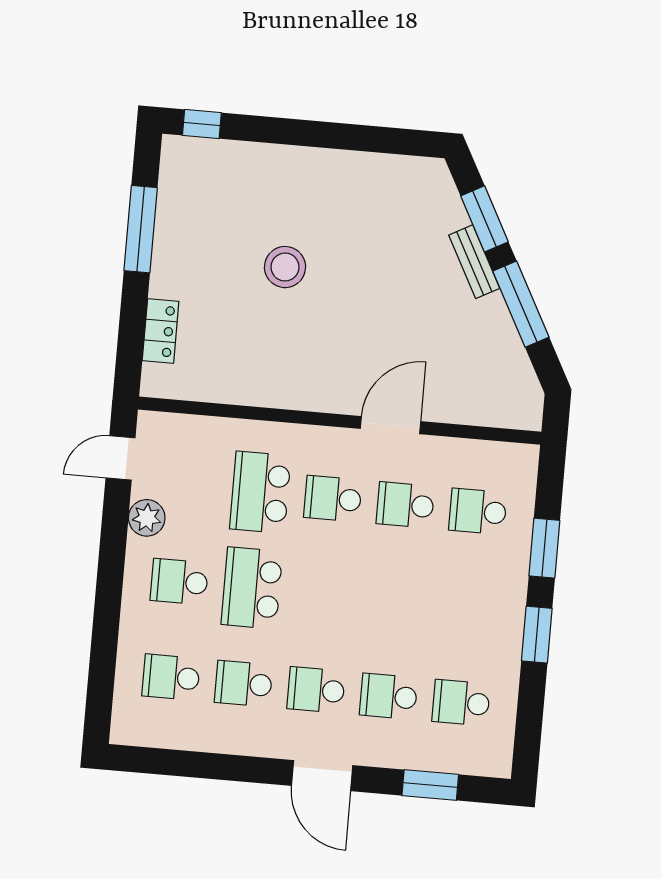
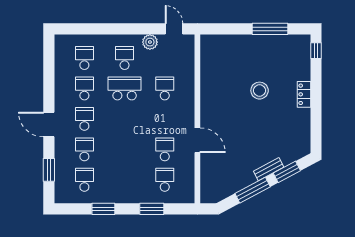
locker: (161, 331) -> (304, 94), moved, turned 90
school desk: (260, 492) -> (165, 88), width x0.54
school desk: (333, 499) -> (165, 119), removed
window: (537, 635) -> (103, 209), moved
door: (322, 776) -> (49, 125), hinge flipped

